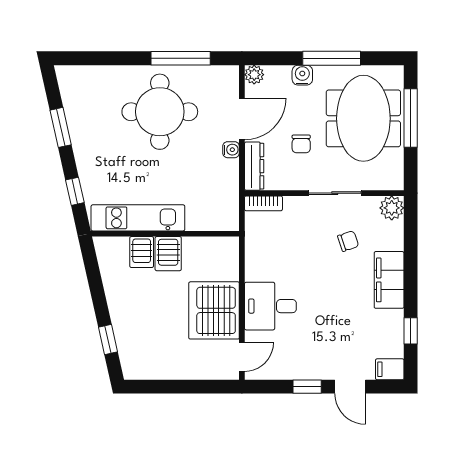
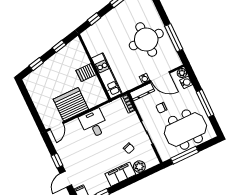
water cooler: (302, 75) -> (186, 82), moved
window: (411, 118) -> (185, 155), moved
plant: (392, 208) -> (139, 167), moved
kitchen unit: (138, 218) -> (107, 76), moved
server rack: (142, 252) -> (81, 61), removed
window: (95, 281) -> (59, 46), added
desk: (270, 306) -> (94, 123), moved
door: (242, 357) -> (56, 126), hinge flipped

